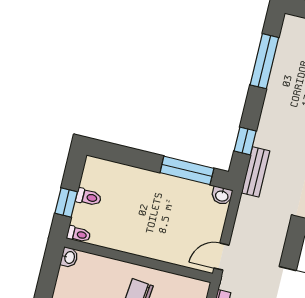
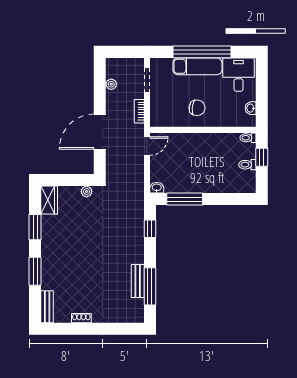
bench: (256, 172) -> (138, 281), moved
washbasin: (69, 257) -> (251, 108), moved

